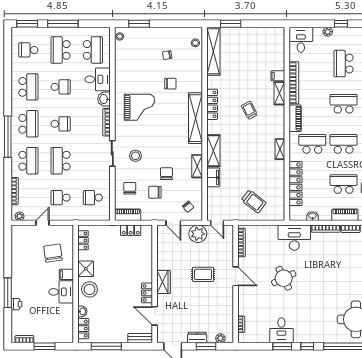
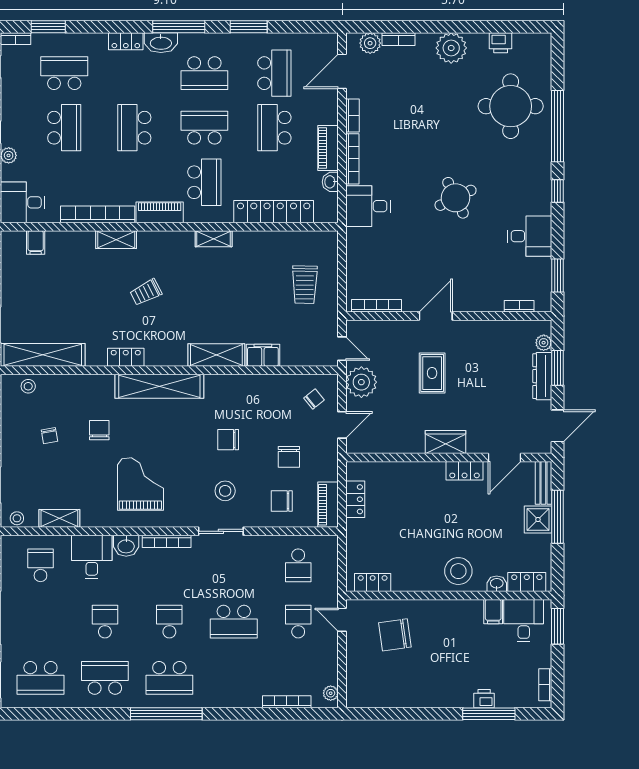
school desk: (28, 50) -> (40, 678), width x1.85
school desk: (61, 50) -> (40, 622), removed
school desk: (93, 50) -> (40, 565), width x0.54
school desk: (344, 64) -> (64, 128), turned -90
filing cabinet: (278, 76) -> (36, 242), moved
locker: (212, 104) -> (126, 357), width x0.66
school desk: (28, 124) -> (169, 678), turned 180
window: (8, 137) -> (166, 714), moved
school desk: (312, 144) -> (204, 182), turned 180
school desk: (344, 144) -> (204, 128), turned 90
school desk: (28, 161) -> (234, 678), removed
shelving: (197, 166) -> (59, 518), moved
chair: (166, 174) -> (228, 440), moved
school desk: (61, 198) -> (298, 622), turned 180
trolley: (254, 201) -> (305, 285), turned 143
piano: (345, 215) -> (328, 148), moved
door: (43, 223) -> (342, 620), moved
door: (217, 223) -> (342, 349), hinge flipped
desk: (294, 238) -> (368, 206), width x0.73
shower: (86, 269) -> (538, 520), moved
filing cabinet: (66, 274) -> (493, 612), moved
round table: (284, 278) -> (456, 198), moved
desk: (61, 292) -> (524, 621), moved
window: (8, 293) -> (489, 714), moved
dresser: (197, 338) -> (542, 376), width x1.44
window: (45, 346) -> (557, 626), moved
window: (106, 346) -> (557, 517), moved
window: (282, 346) -> (557, 275), moved

